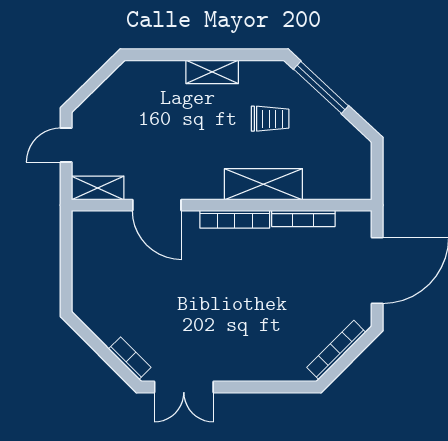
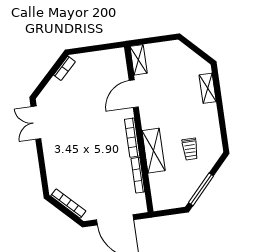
shelving: (212, 72) -> (208, 88), moved
window: (321, 87) -> (201, 189), moved
door: (66, 145) -> (160, 39), removed
bookcase: (130, 358) -> (64, 68), moved

